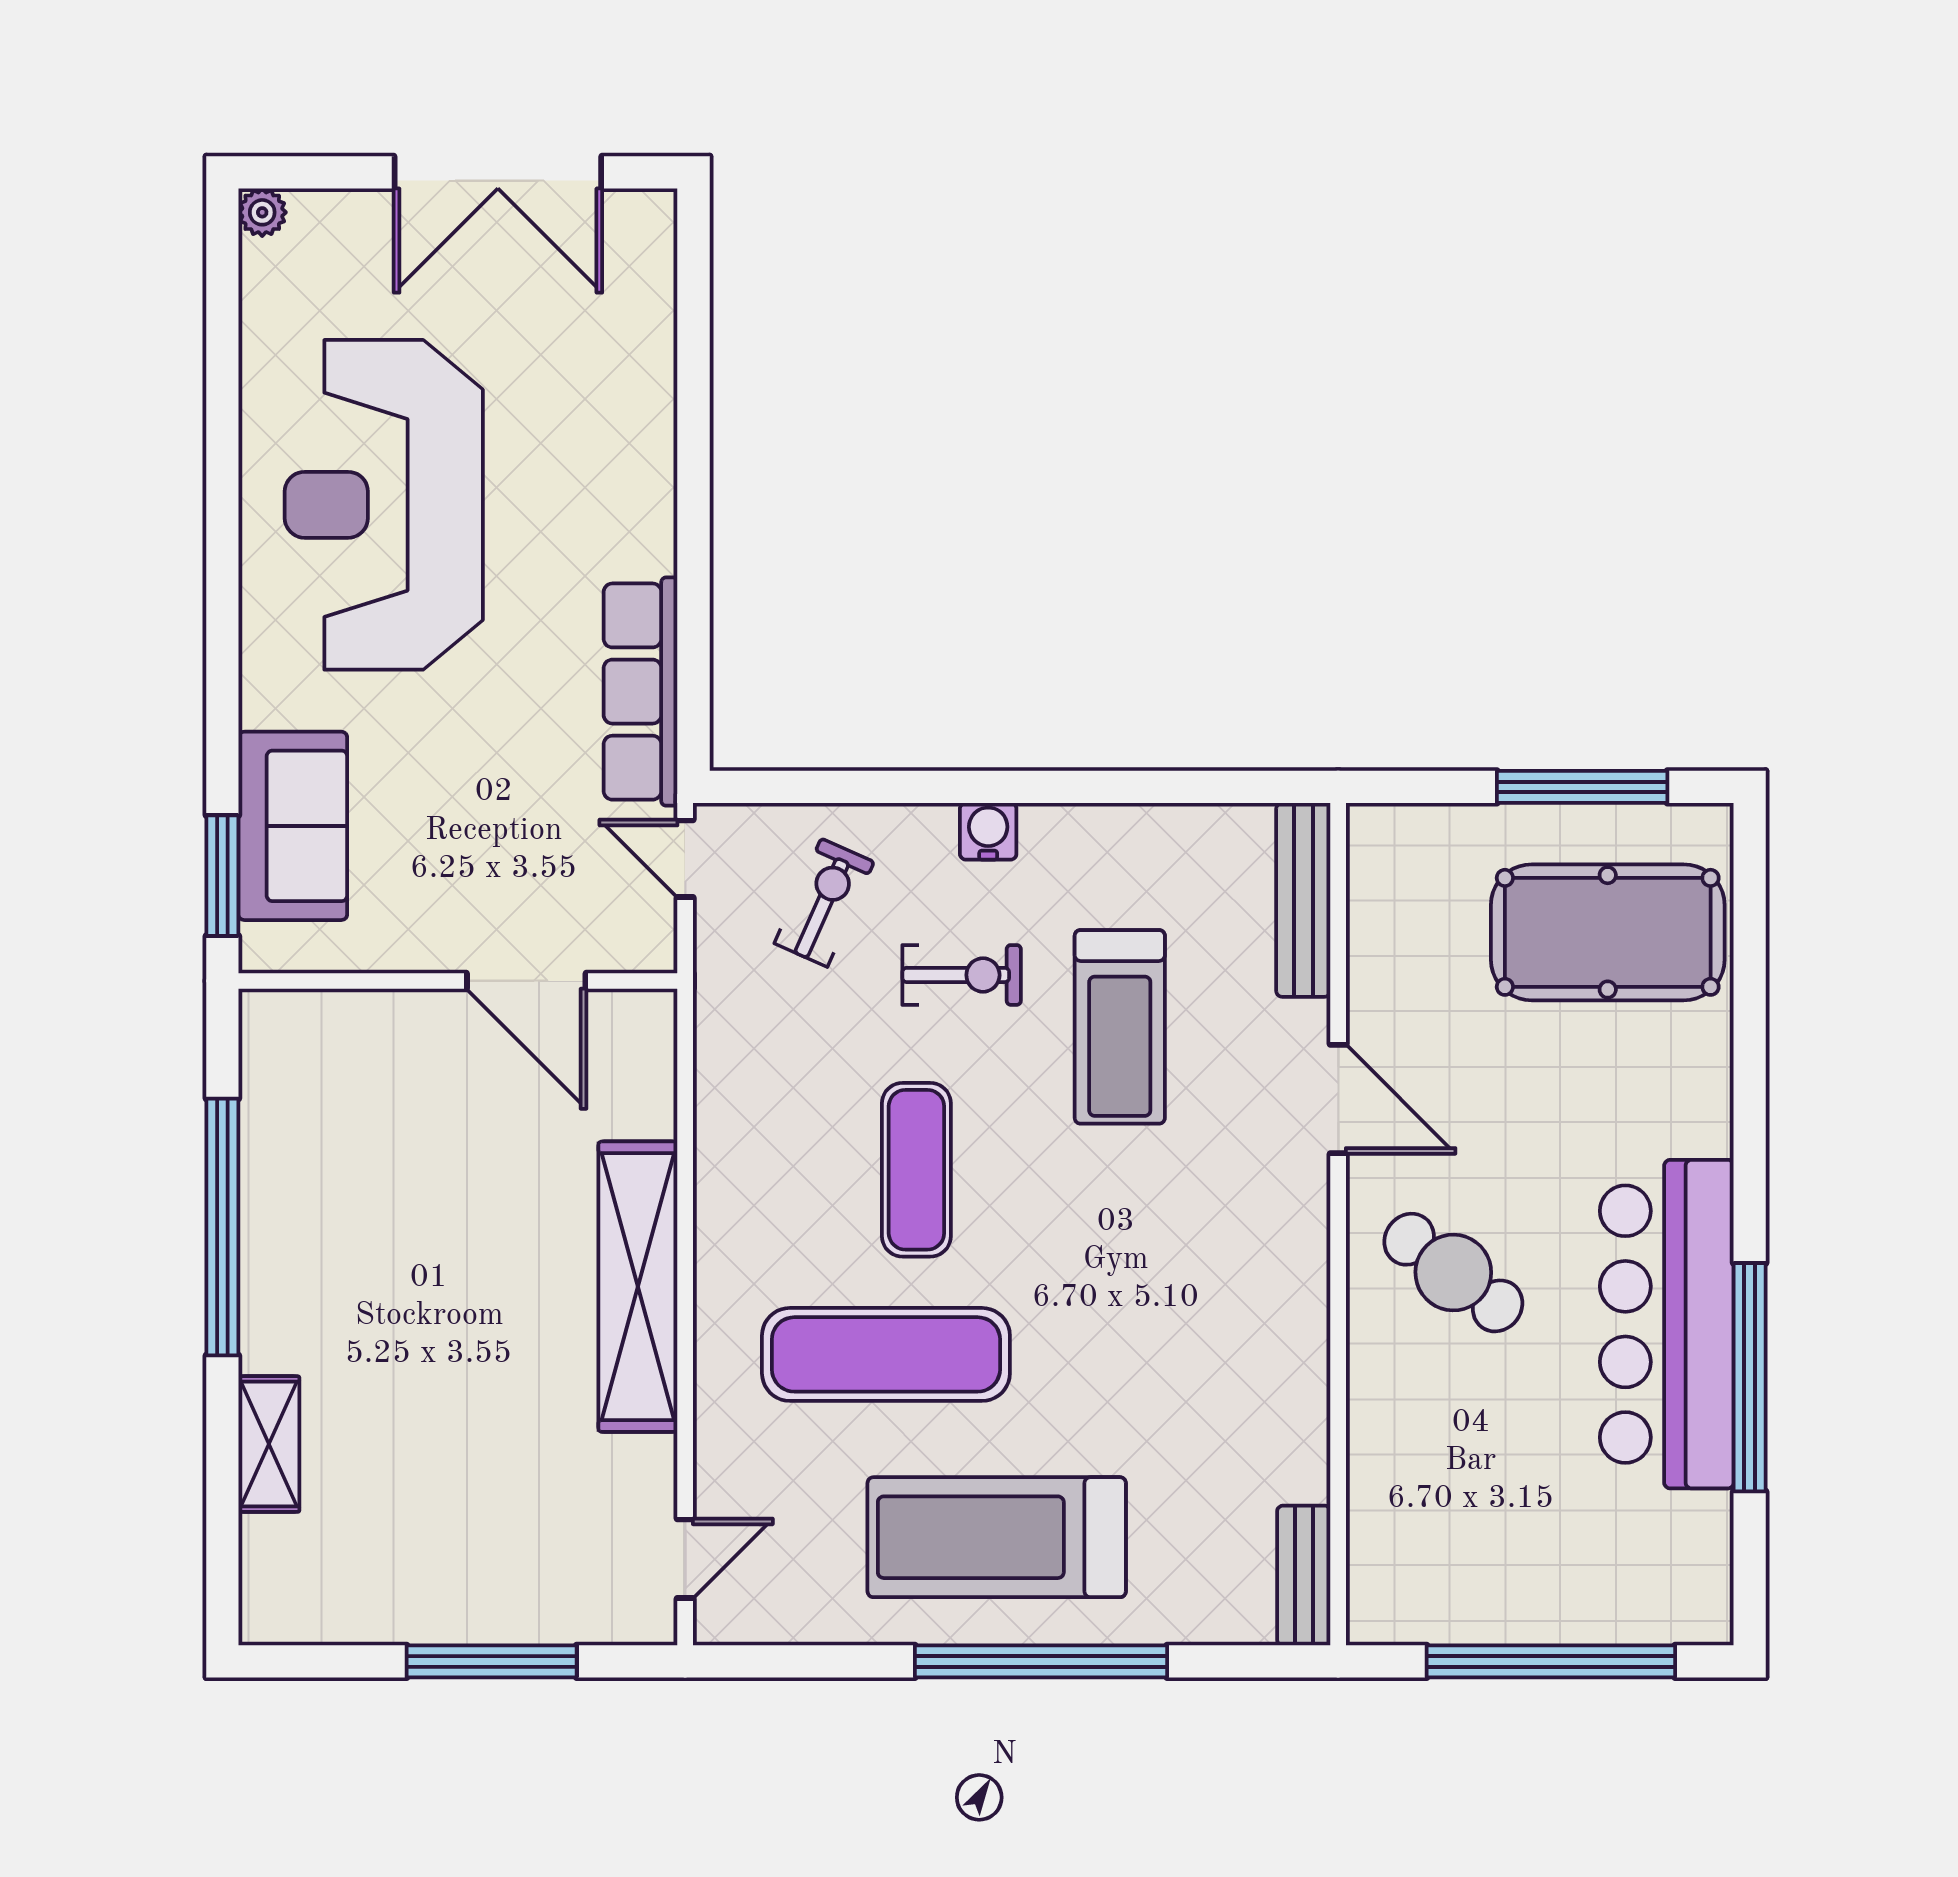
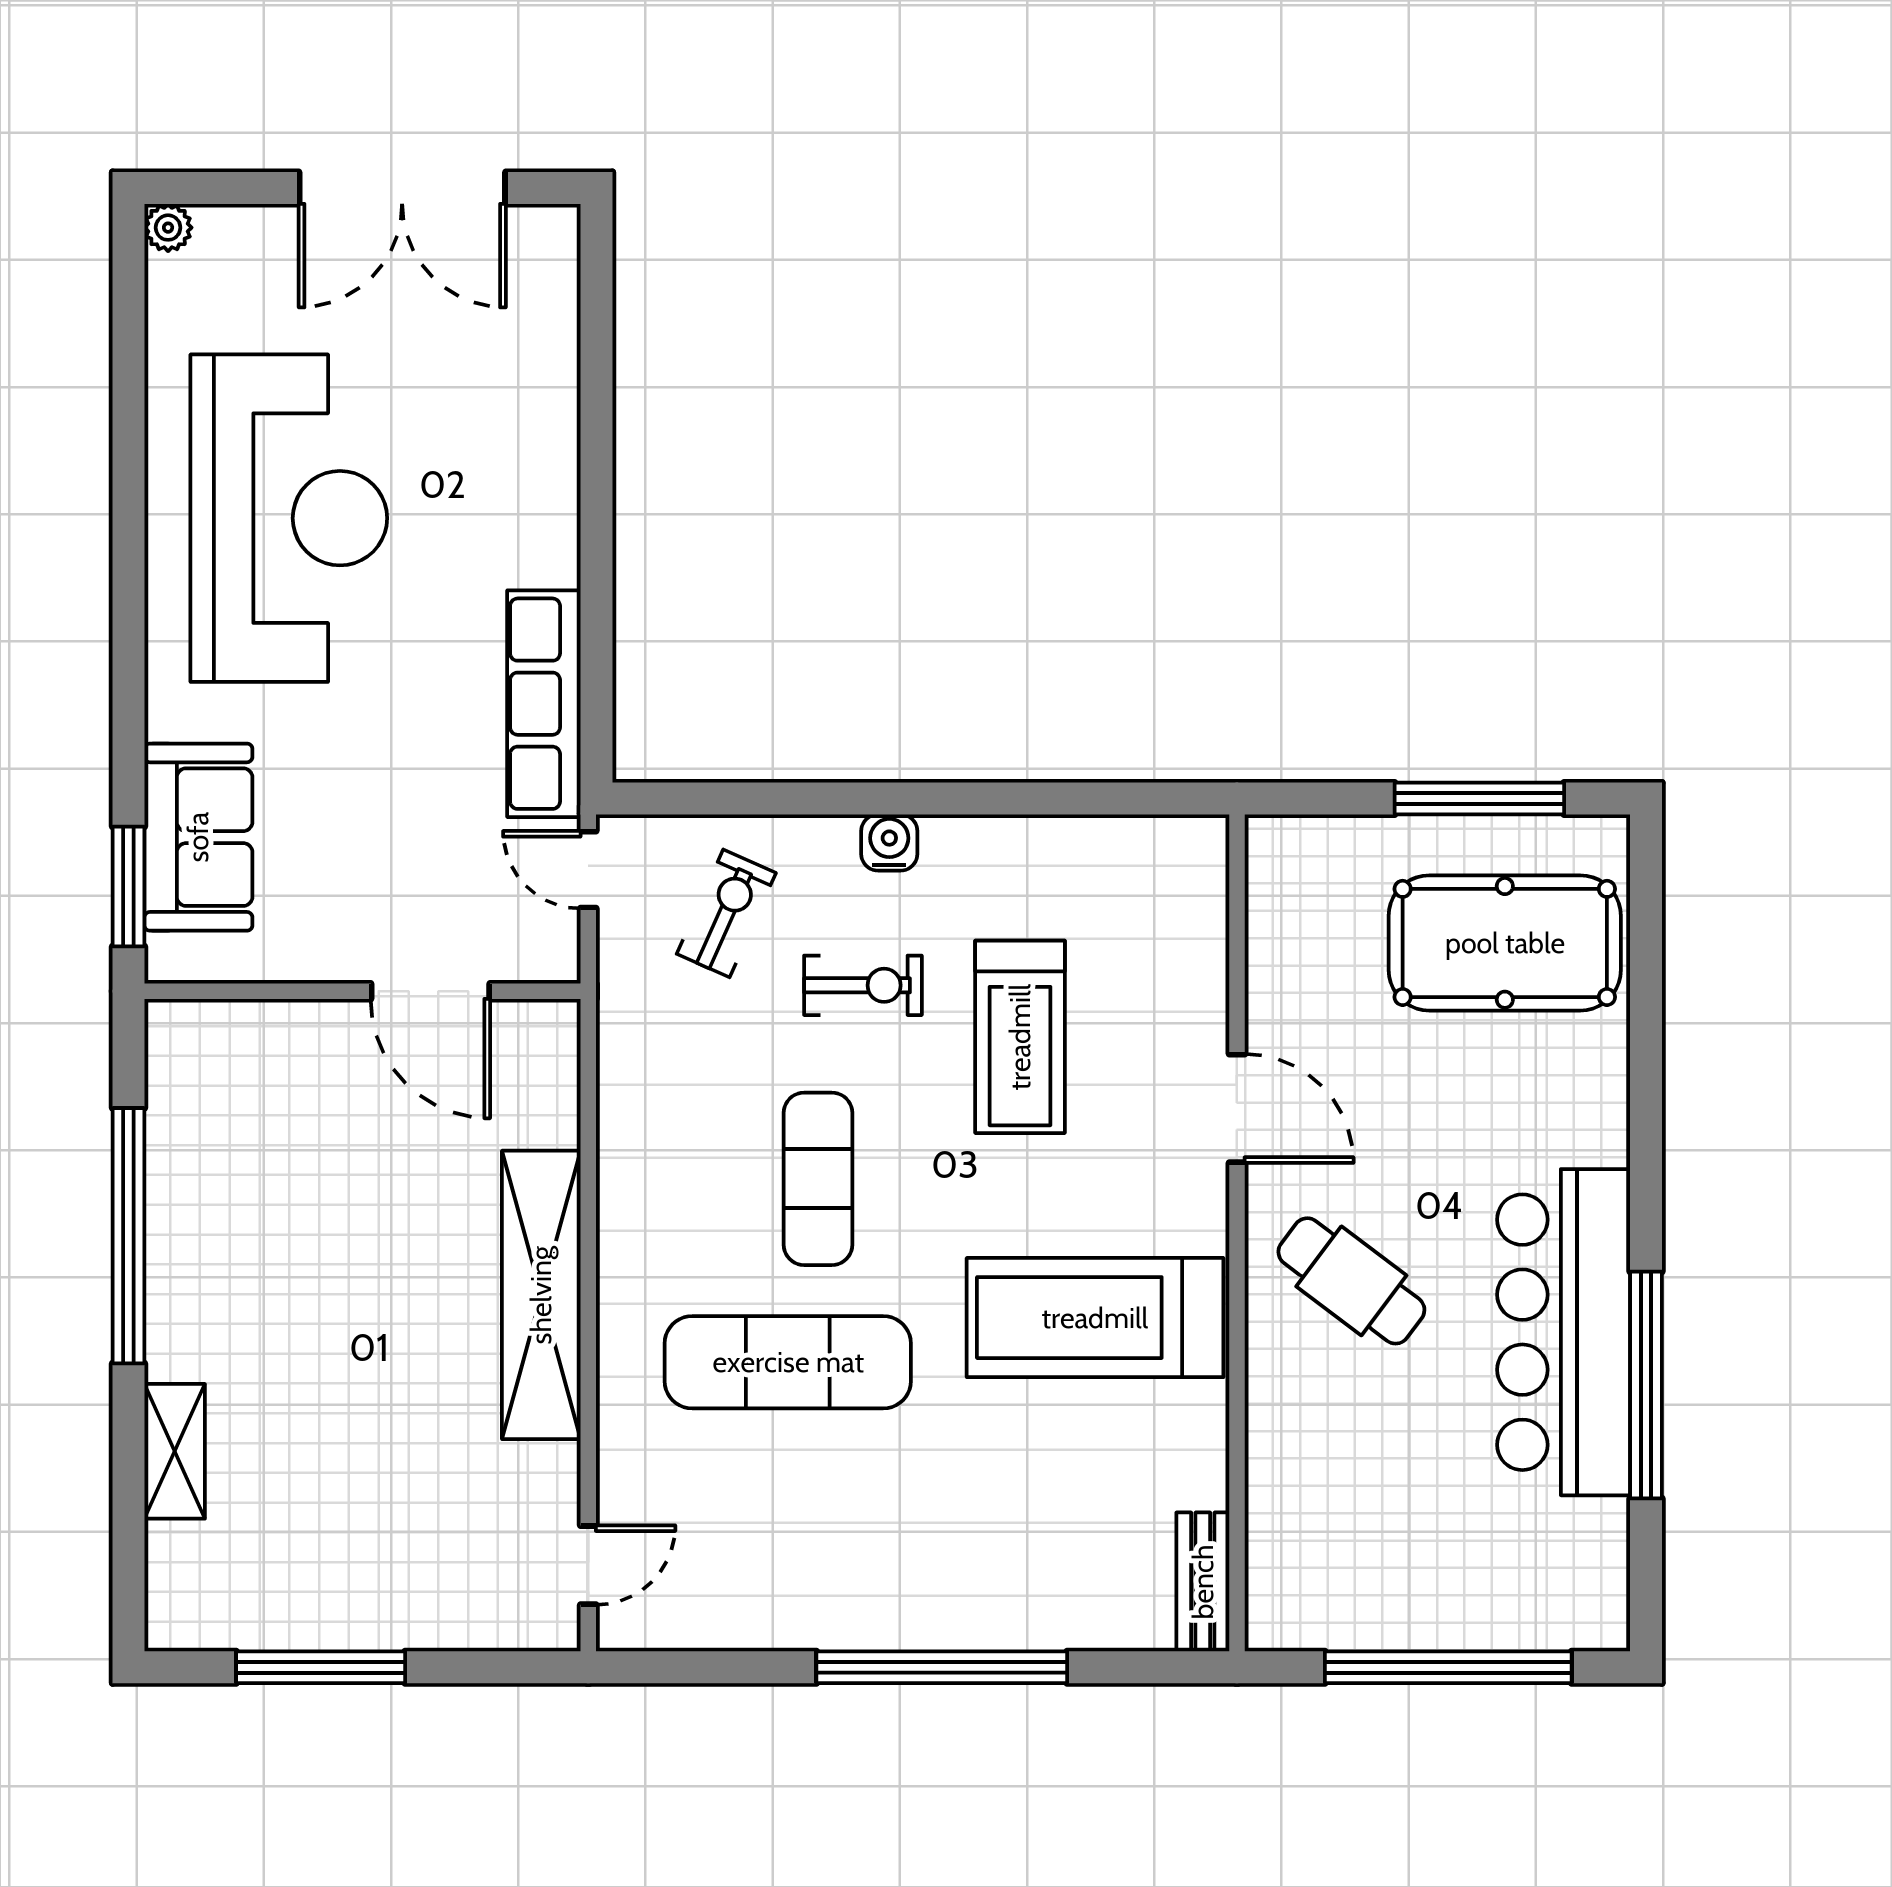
reception desk: (384, 505) -> (289, 518), turned 180
bench: (1303, 900) -> (1202, 911), removed
treadmill: (997, 1537) -> (1095, 1318), moved
window: (492, 1661) -> (321, 1667), moved

